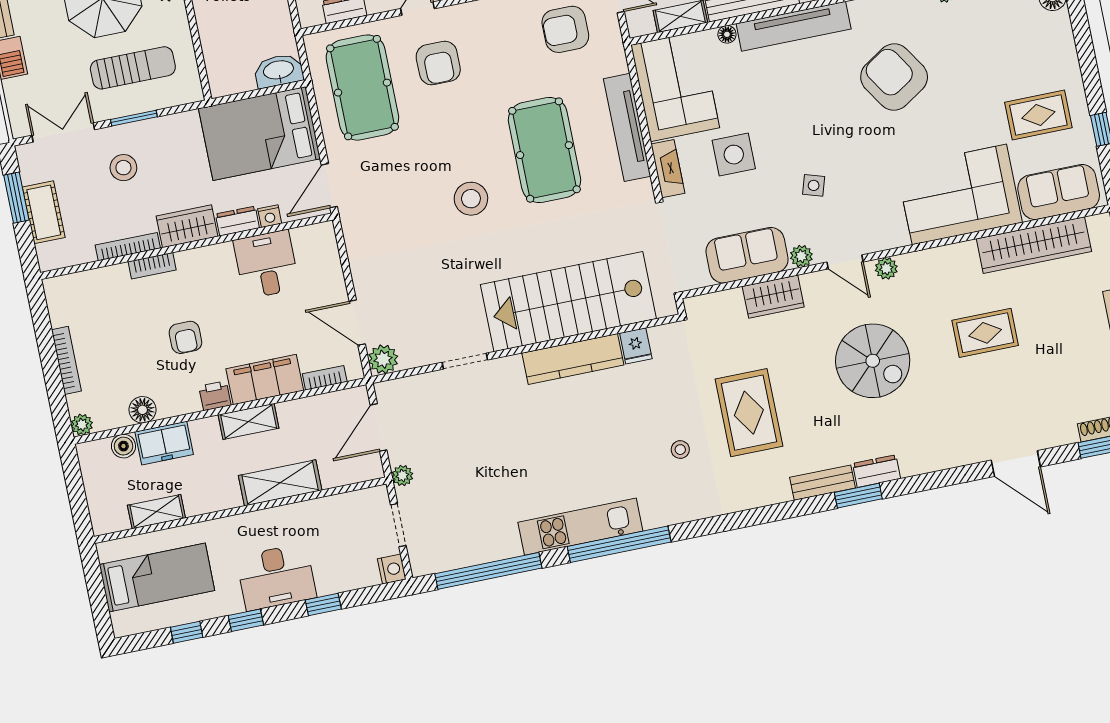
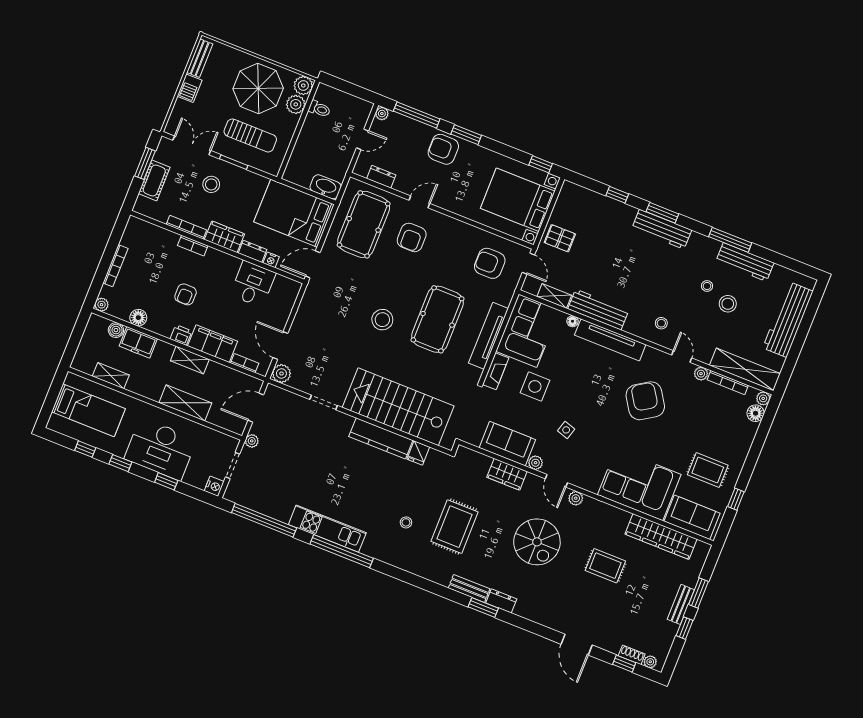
desk: (276, 577) -> (161, 449), width x1.36, depth x1.30

